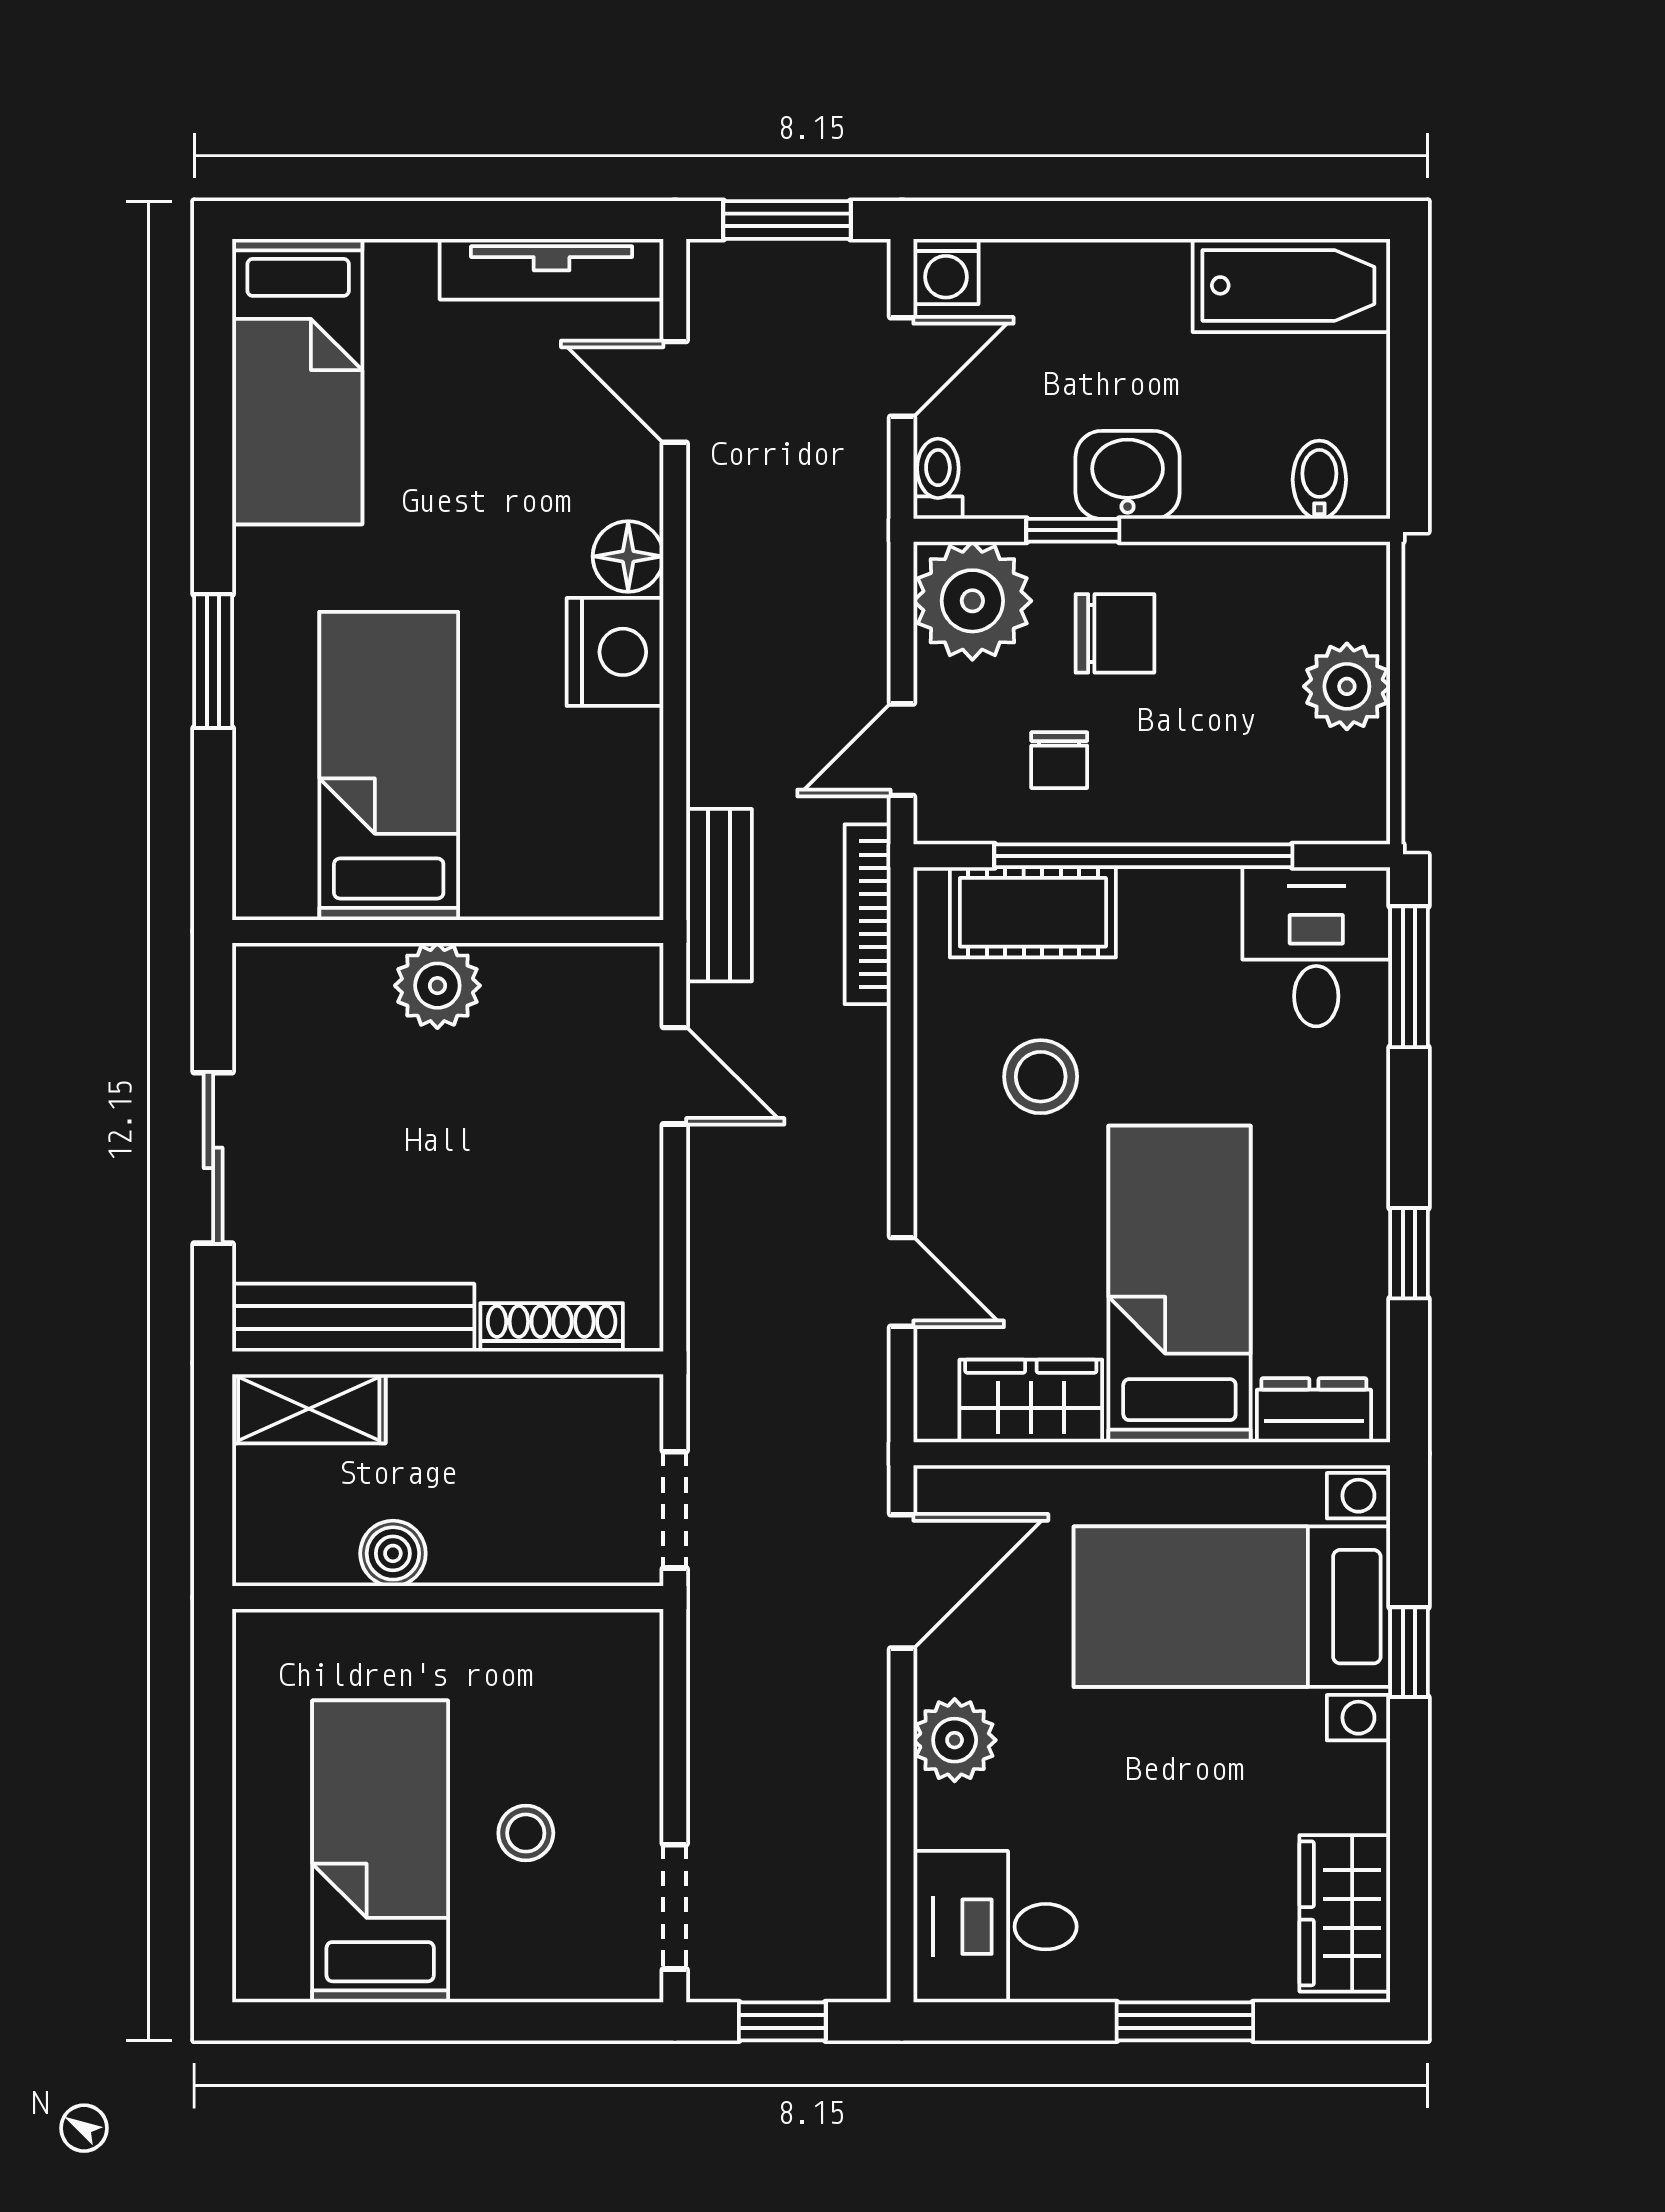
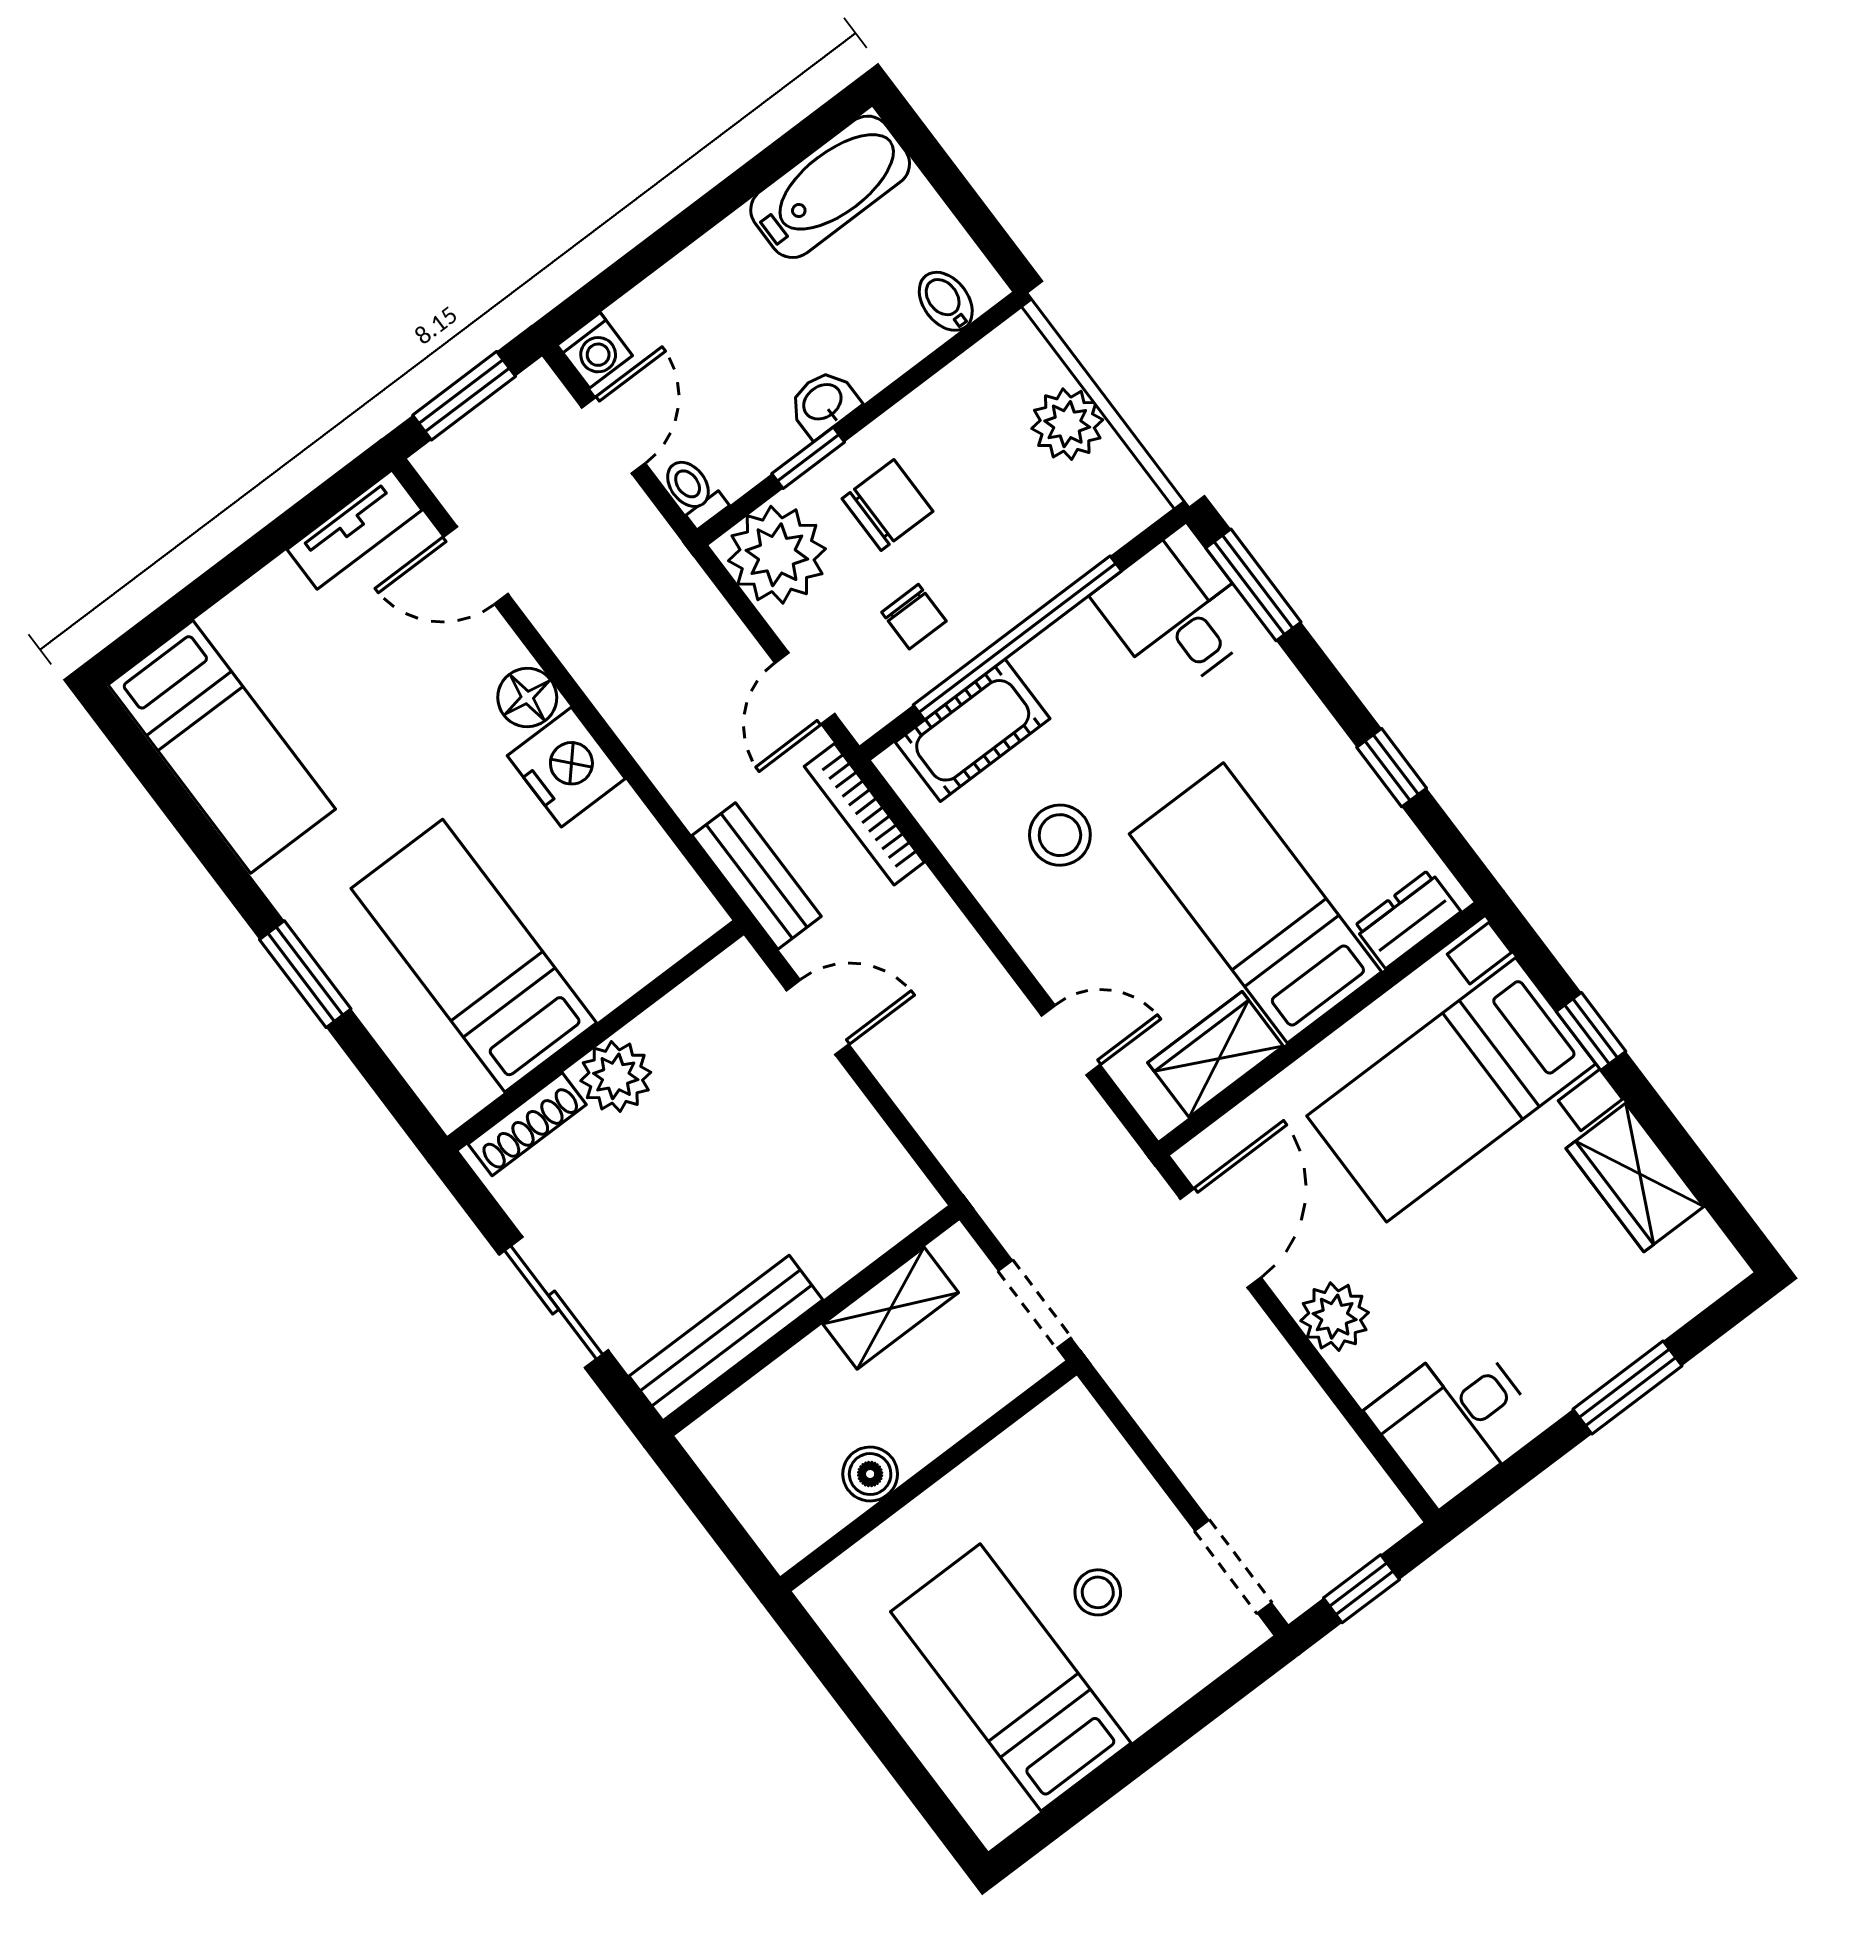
tv unit: (552, 269) -> (355, 530), width x0.71
washbasin: (1128, 475) -> (823, 403), width x0.72, depth x0.69
shoe rack: (552, 1327) -> (527, 1124), moved, turned 180
shelving: (309, 1409) -> (891, 1308), moved
wardrobe: (1345, 1913) -> (1635, 1178), moved

